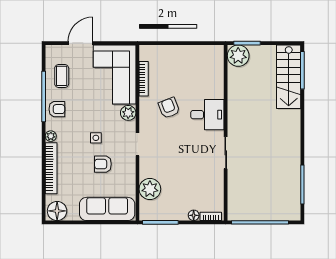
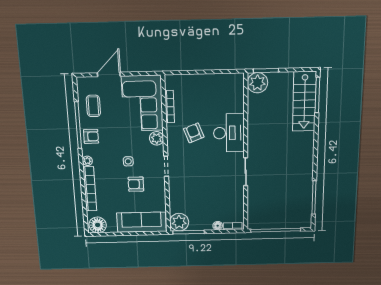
desk: (207, 115) -> (229, 133), width x1.37
plant: (150, 189) -> (179, 222), moved

